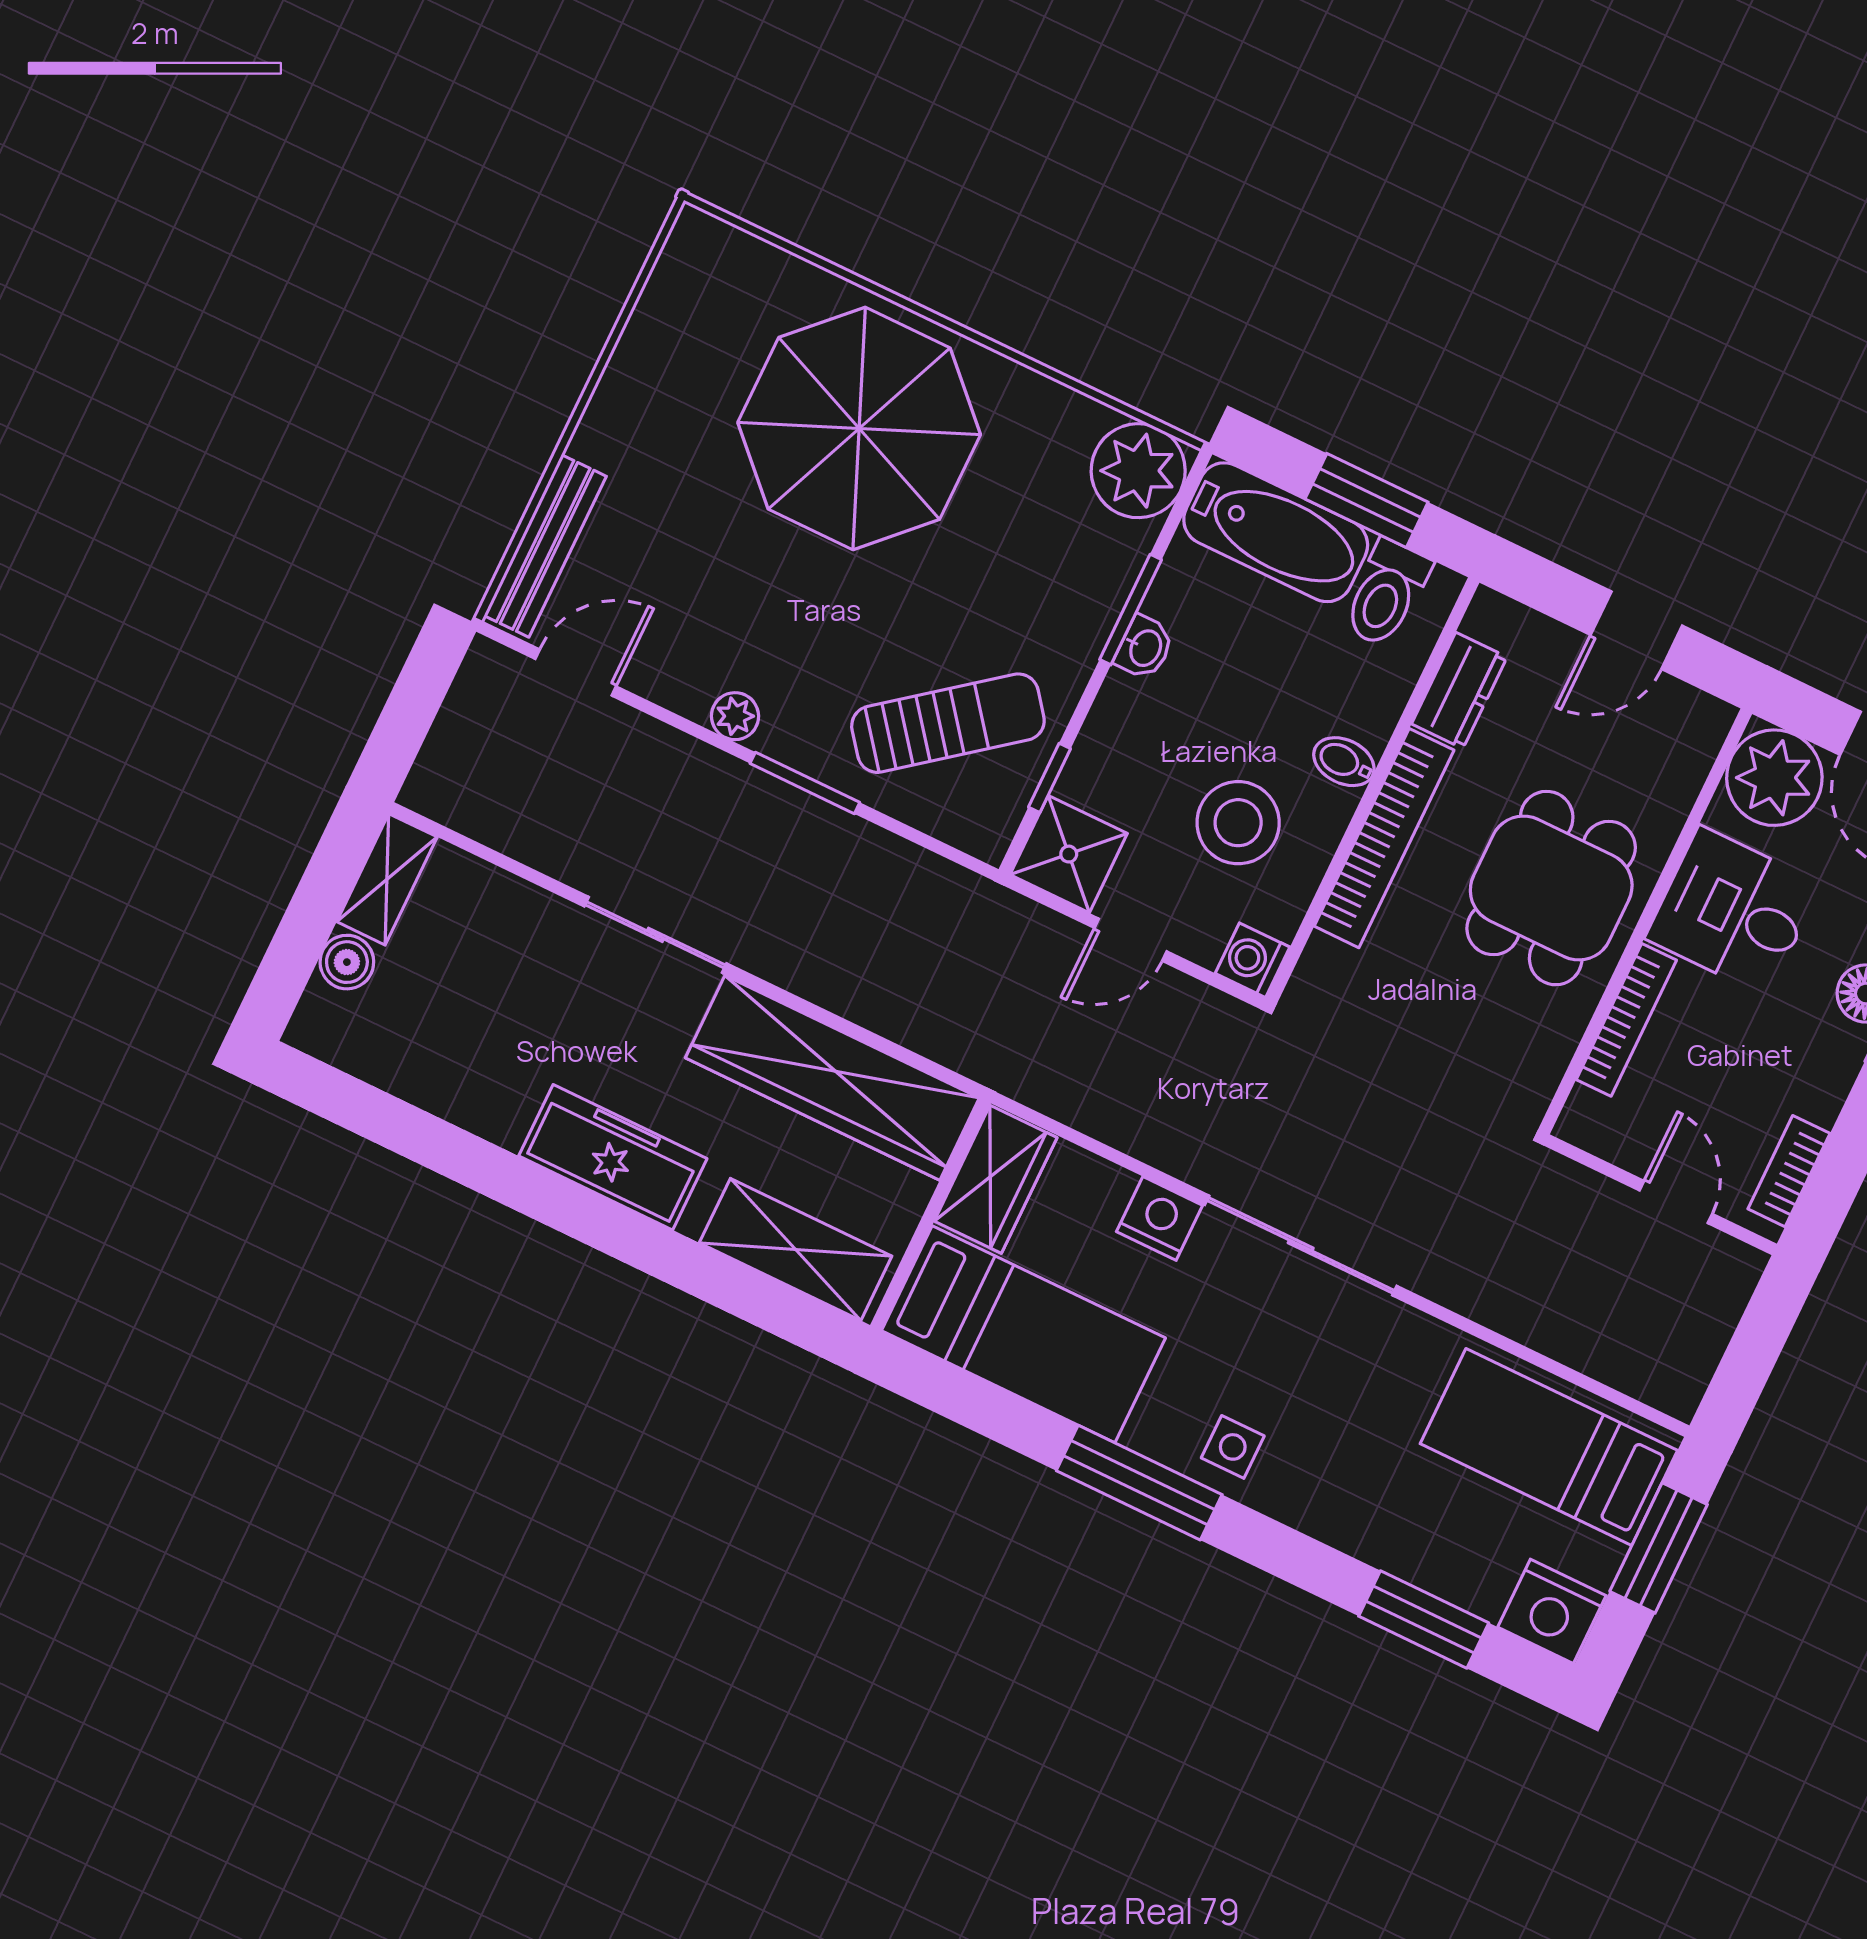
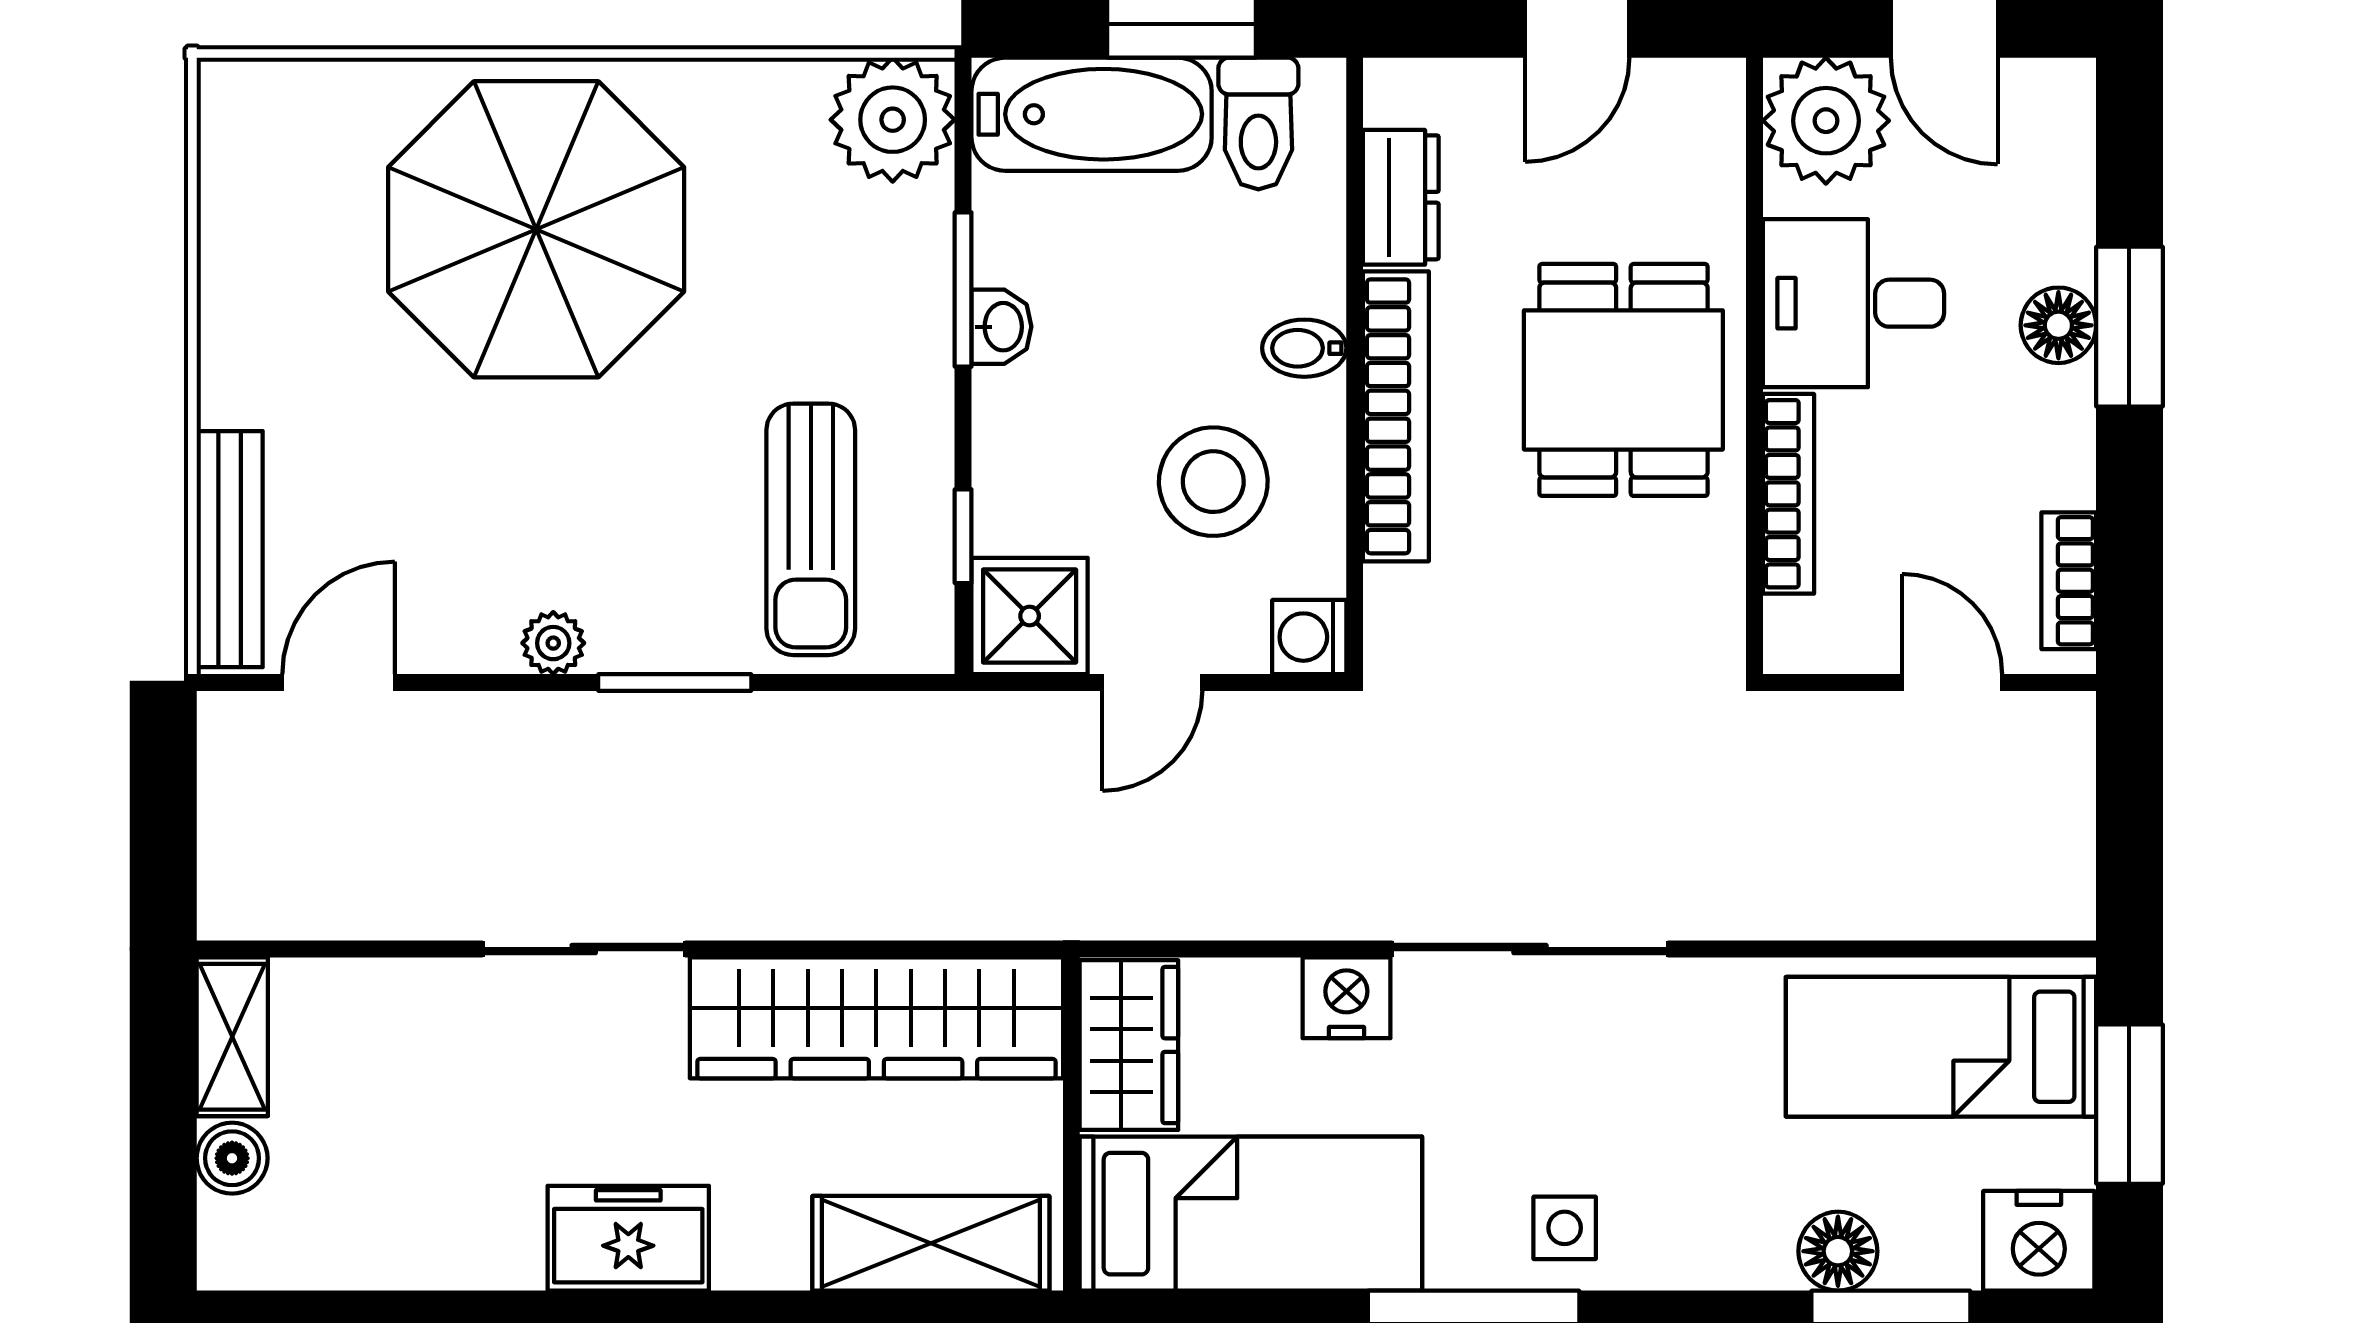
sun lounger: (948, 723) -> (811, 529), turned 128
freezer: (613, 1157) -> (628, 1238), width x0.71
floor lamp: (1412, 1553) -> (1838, 1251), added

